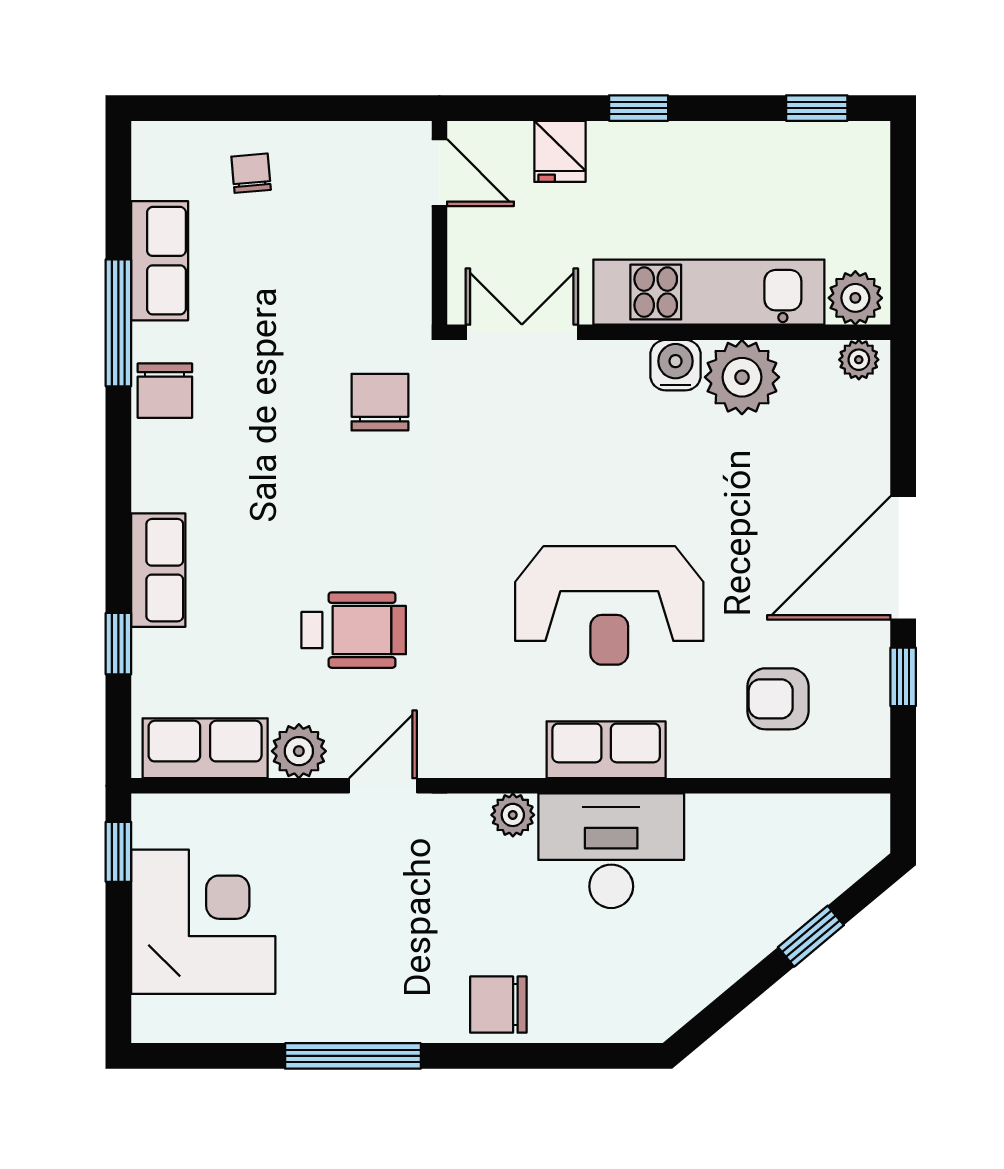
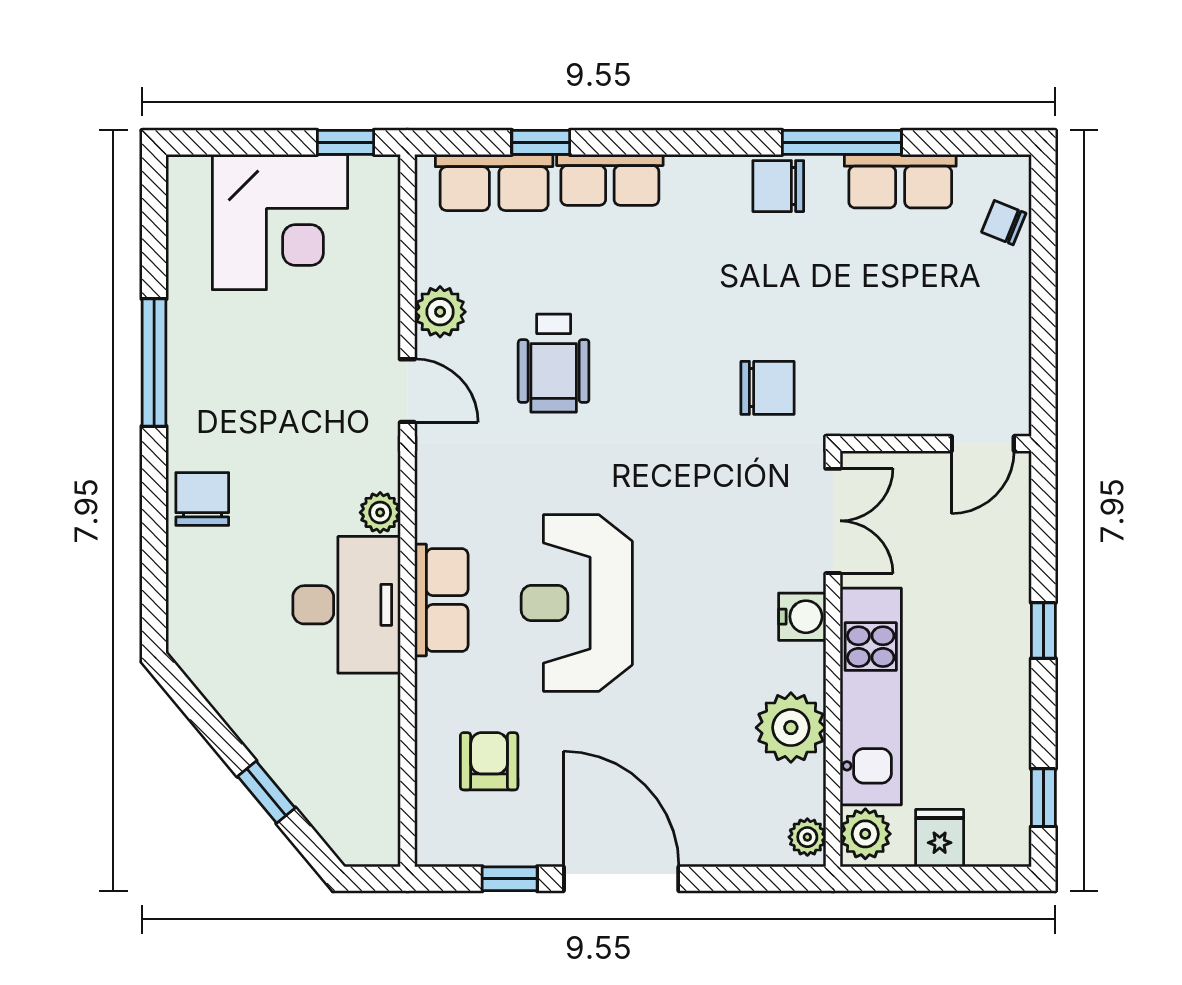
fridge: (560, 151) -> (940, 838), moved, turned 90
chair: (251, 173) -> (1004, 223), moved, turned -153
water cooler: (676, 365) -> (802, 617), moved
row of seats: (205, 748) -> (494, 182), moved, turned 90

